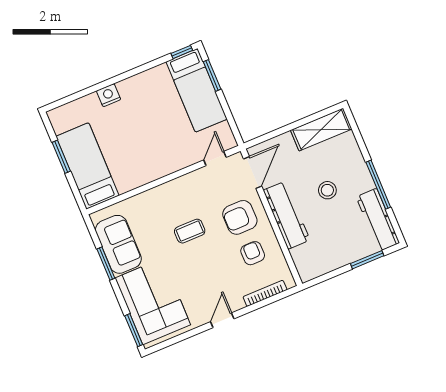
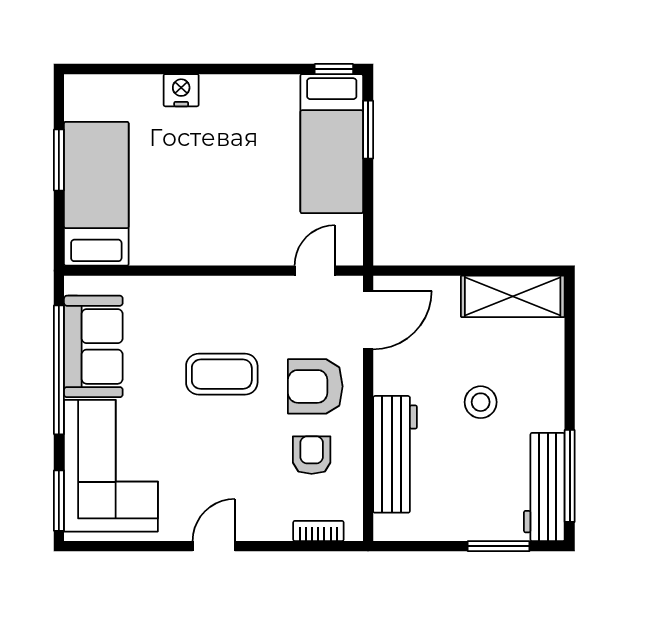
window: (378, 185) -> (570, 476), moved
workbench: (287, 215) -> (395, 454), moved
coffee table: (190, 231) -> (222, 374), width x1.36, depth x1.30
window: (106, 264) -> (59, 370), width x2.11
bookcase: (265, 293) -> (318, 531), width x0.64

